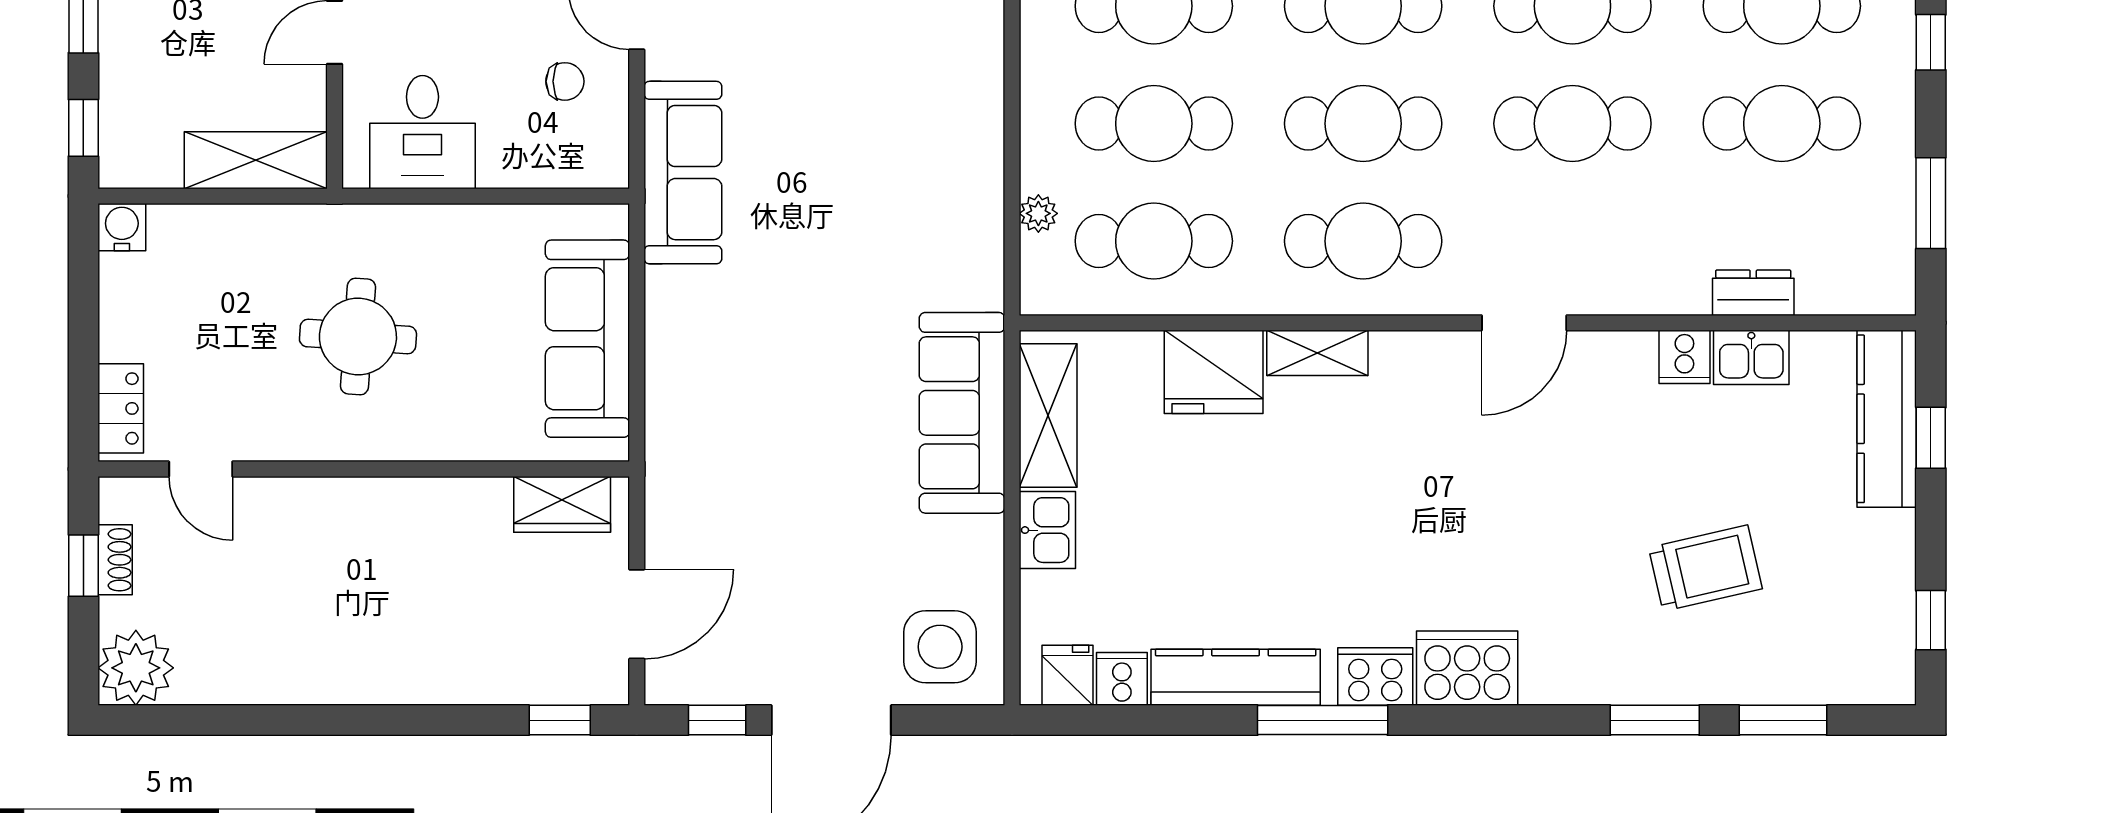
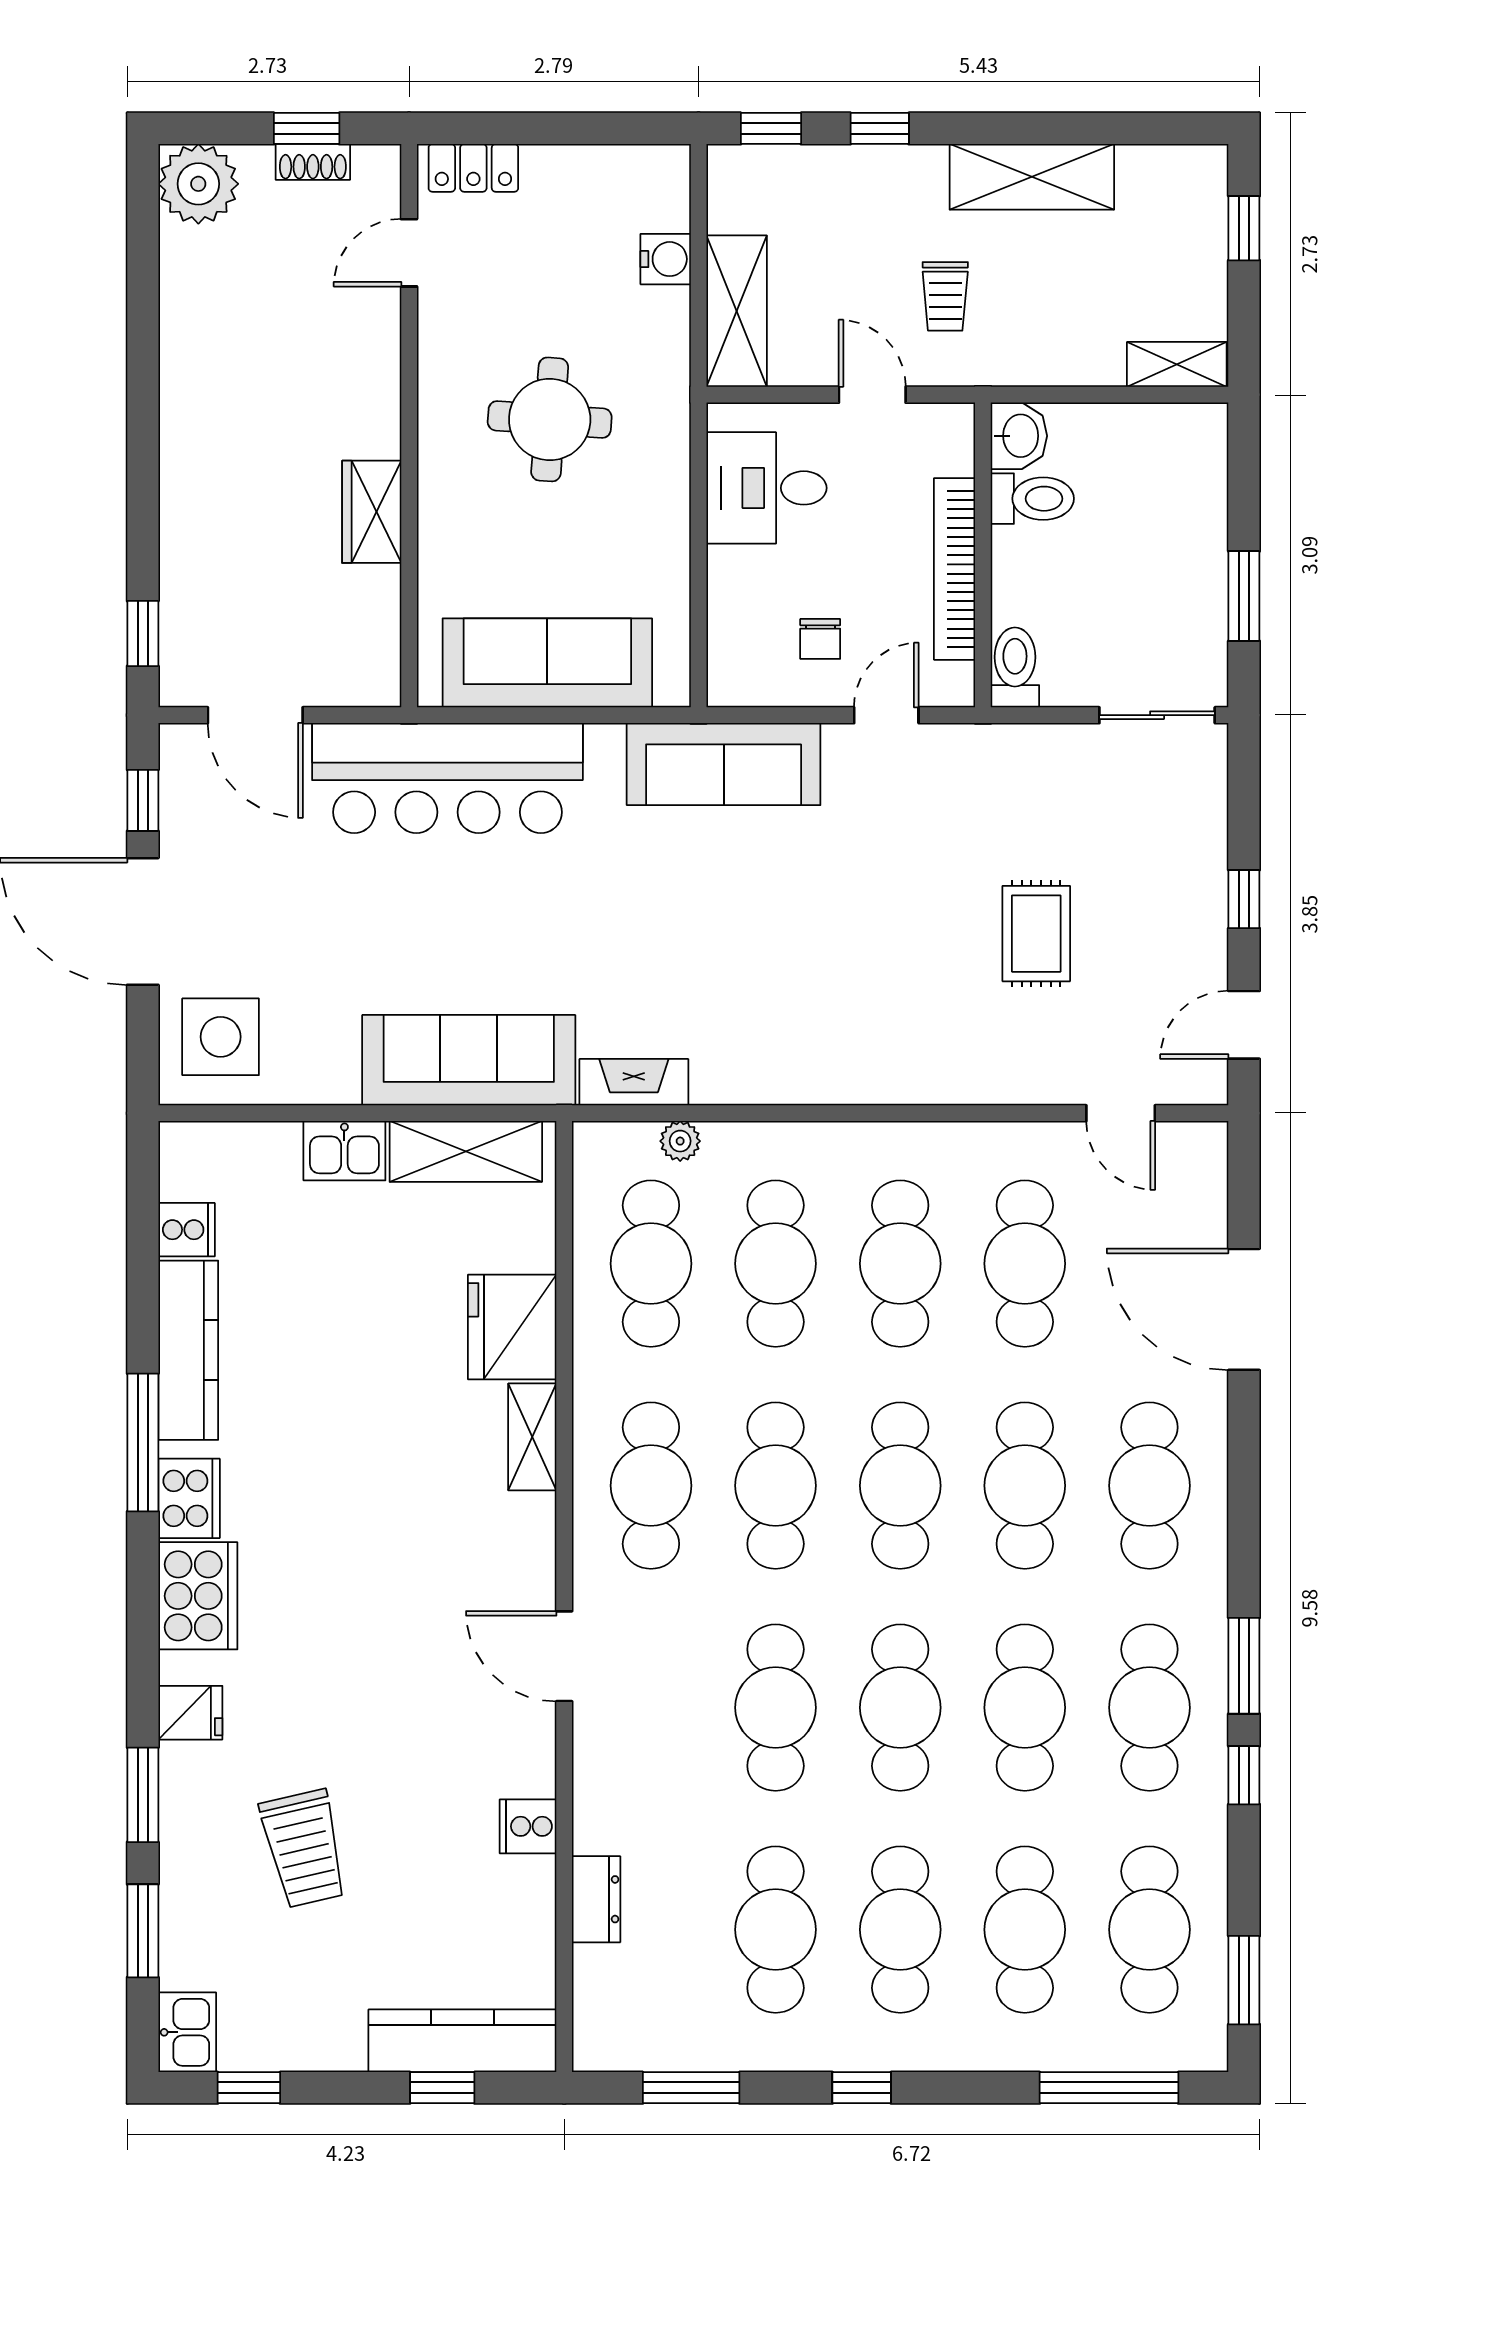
water cooler: (122, 227) -> (666, 259), moved
fireplace: (983, 257) -> (634, 1082), added
kitchen sink: (1751, 357) -> (187, 2032), moved, turned 180
bar counter: (696, 433) -> (447, 778), added
wardrobe: (562, 504) -> (372, 512), moved
fridge: (1067, 675) -> (190, 1713), moved

